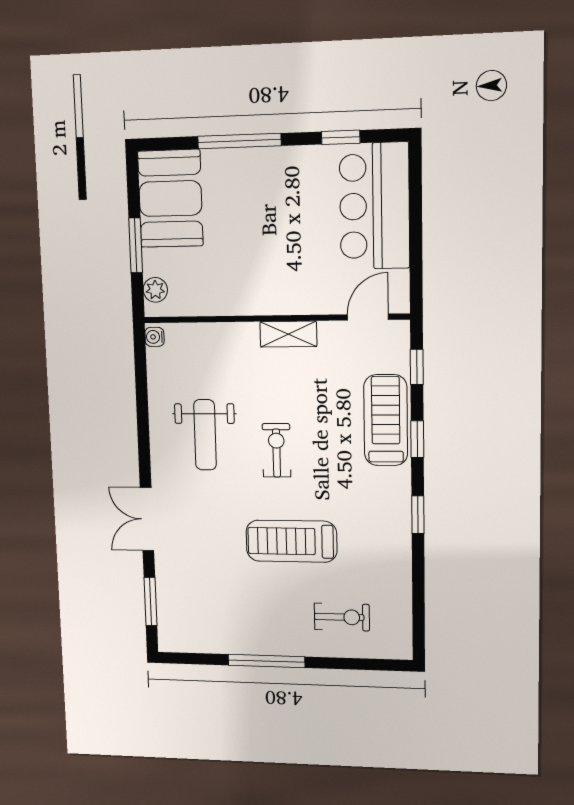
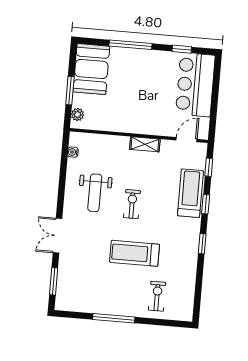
water cooler: (155, 337) -> (73, 152), moved
exercise bike: (342, 617) -> (157, 296), turned -90

